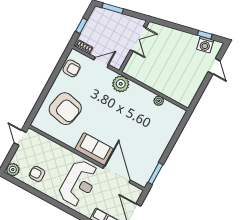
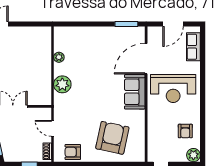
armchair: (72, 68) -> (73, 152), turned -90
plant: (121, 84) -> (62, 84), moved
reception desk: (79, 183) -> (173, 89), turned 180

